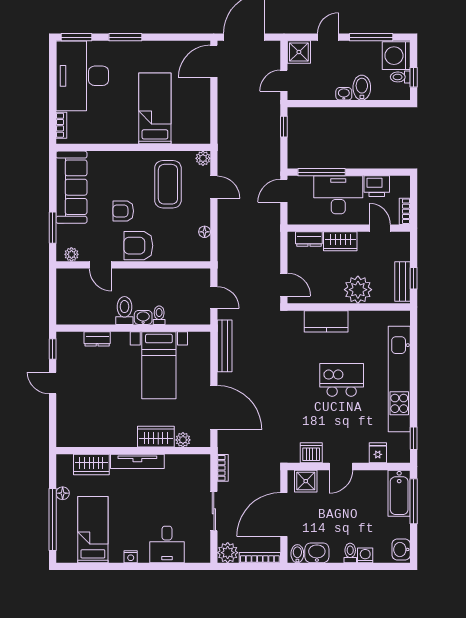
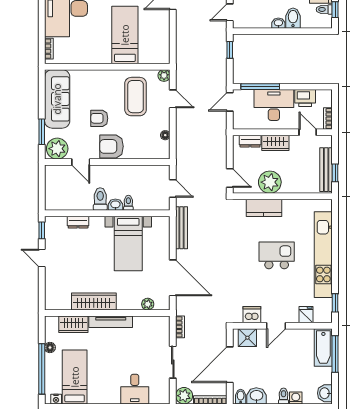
plant: (71, 254) -> (57, 149), width x1.87, depth x1.87
bench: (403, 282) -> (326, 170), width x1.36
plant: (358, 290) -> (270, 182), moved
wardrobe: (156, 437) -> (94, 302), moved, width x1.50
nightstand: (131, 557) -> (56, 399), moved

